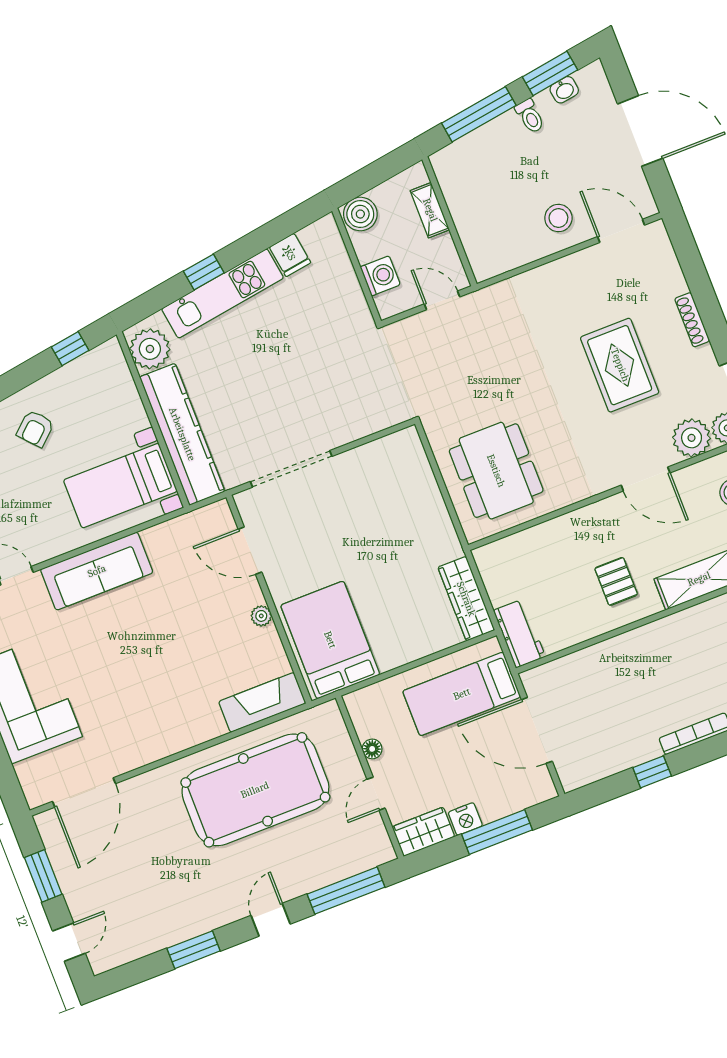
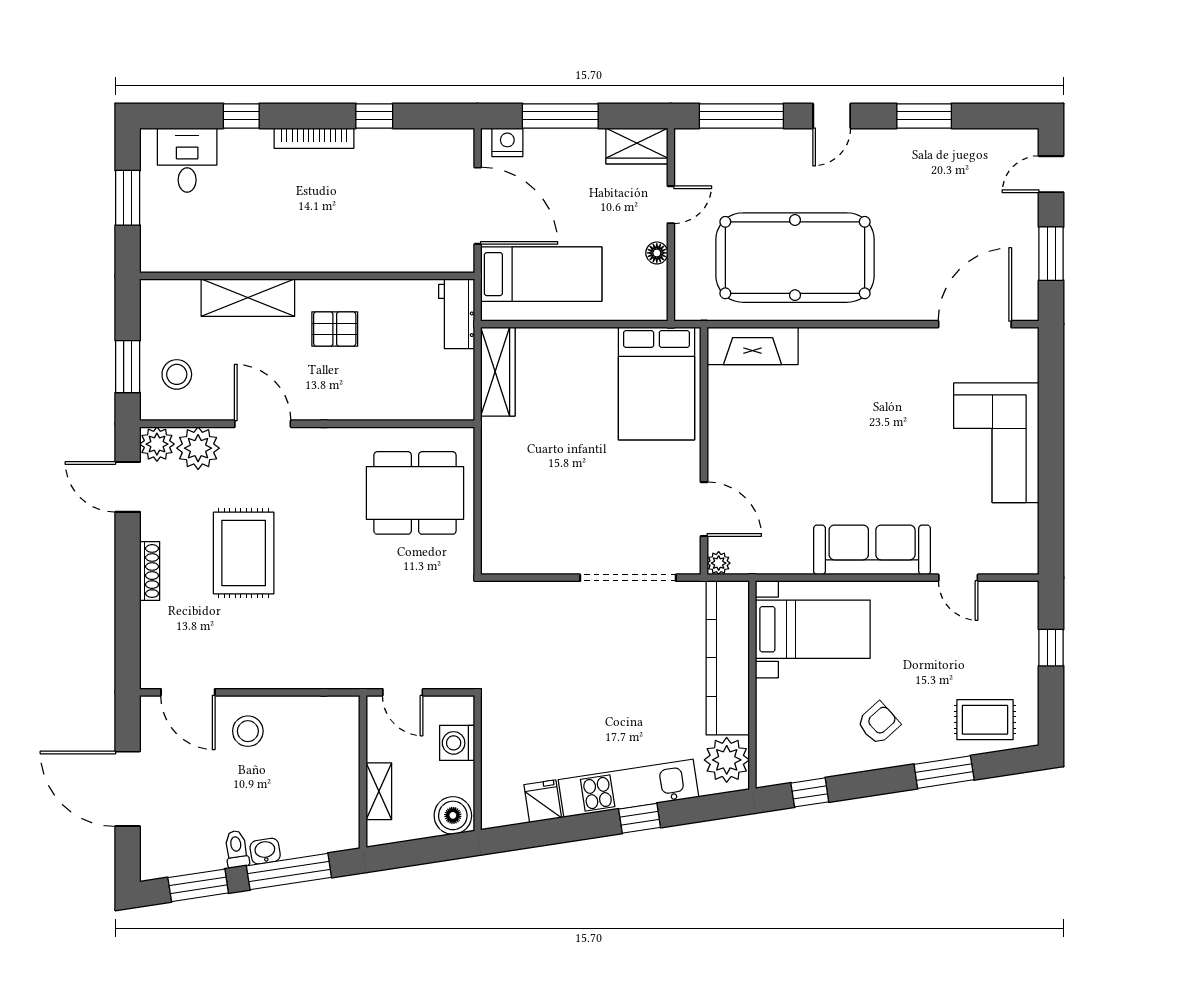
washbasin: (564, 90) -> (265, 851), moved
dining table: (496, 471) -> (415, 493), turned 90
pallet: (616, 581) -> (335, 329), turned 90
plant: (261, 616) -> (719, 563), moved
nightstand: (465, 819) -> (507, 142), moved

